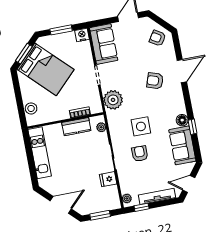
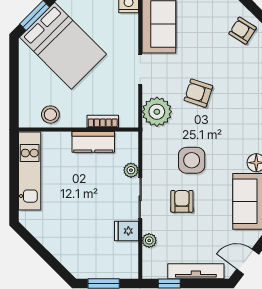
armchair: (155, 81) -> (198, 93), moved
stool: (31, 108) -> (50, 115), moved
plant: (101, 127) -> (131, 170), moved
plant: (127, 198) -> (149, 240), moved
door: (61, 205) -> (47, 256), removed

